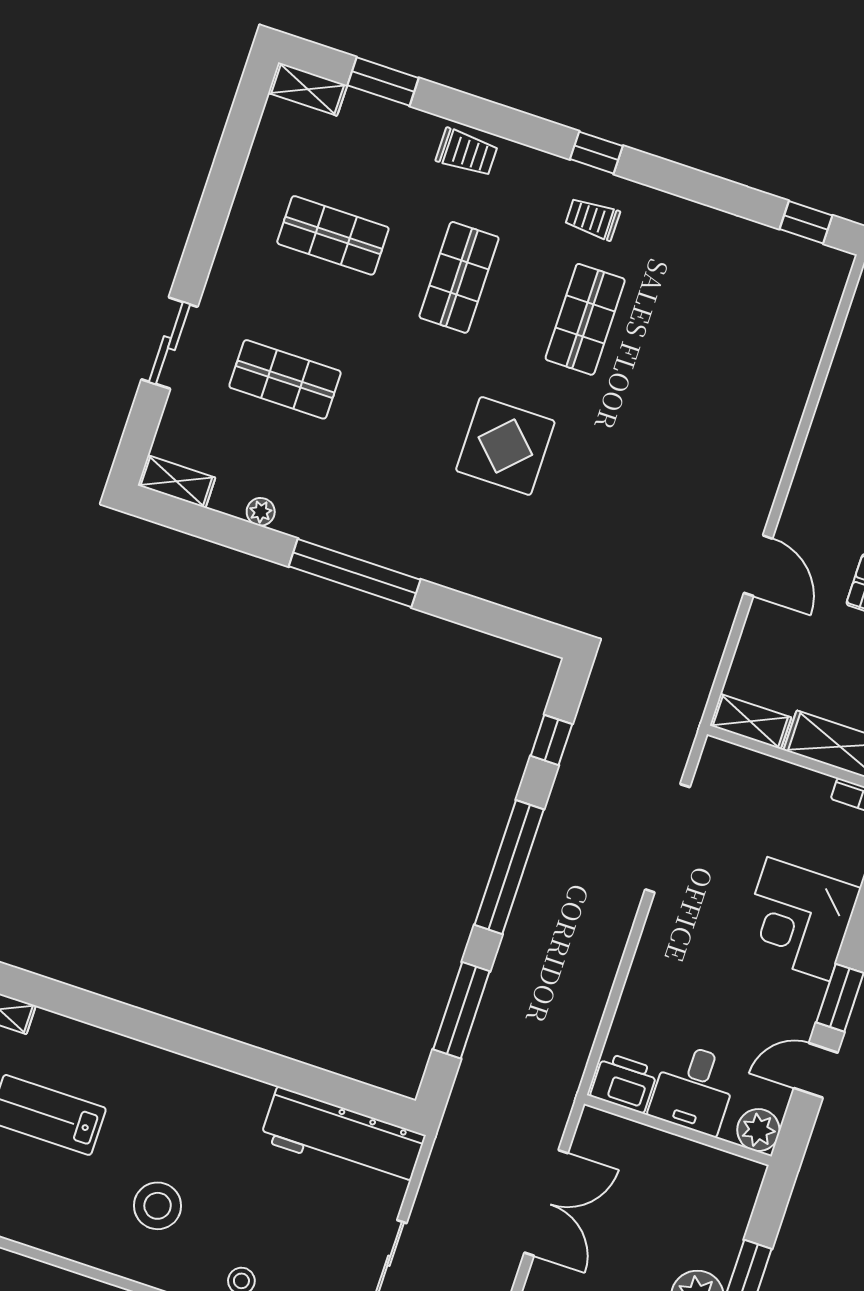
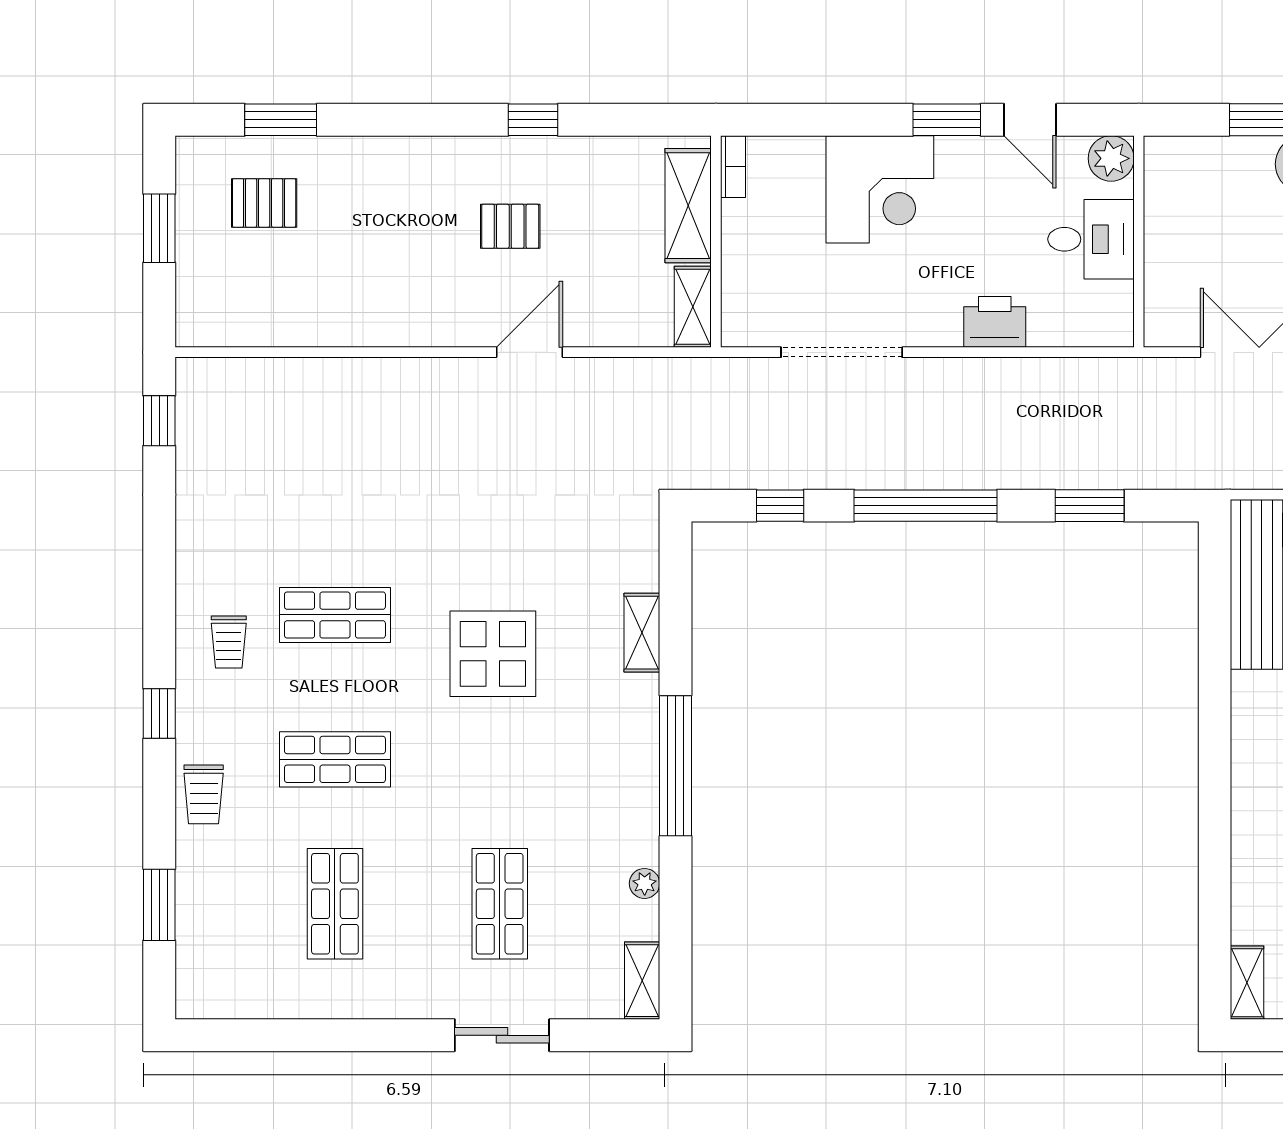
shelving: (308, 89) -> (642, 633), moved
trolley: (467, 152) -> (204, 794), turned 180
window: (596, 153) -> (159, 714), moved
window: (461, 1010) -> (1090, 506), width x0.69
printer: (624, 1083) -> (995, 322), moved, turned 90

